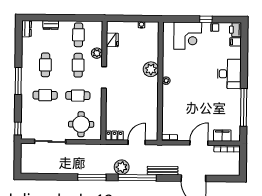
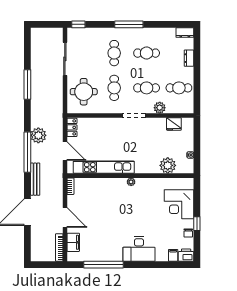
plant: (151, 69) -> (168, 165), moved
kitchen unit: (152, 106) -> (104, 167), added
window: (92, 177) -> (27, 85), moved

